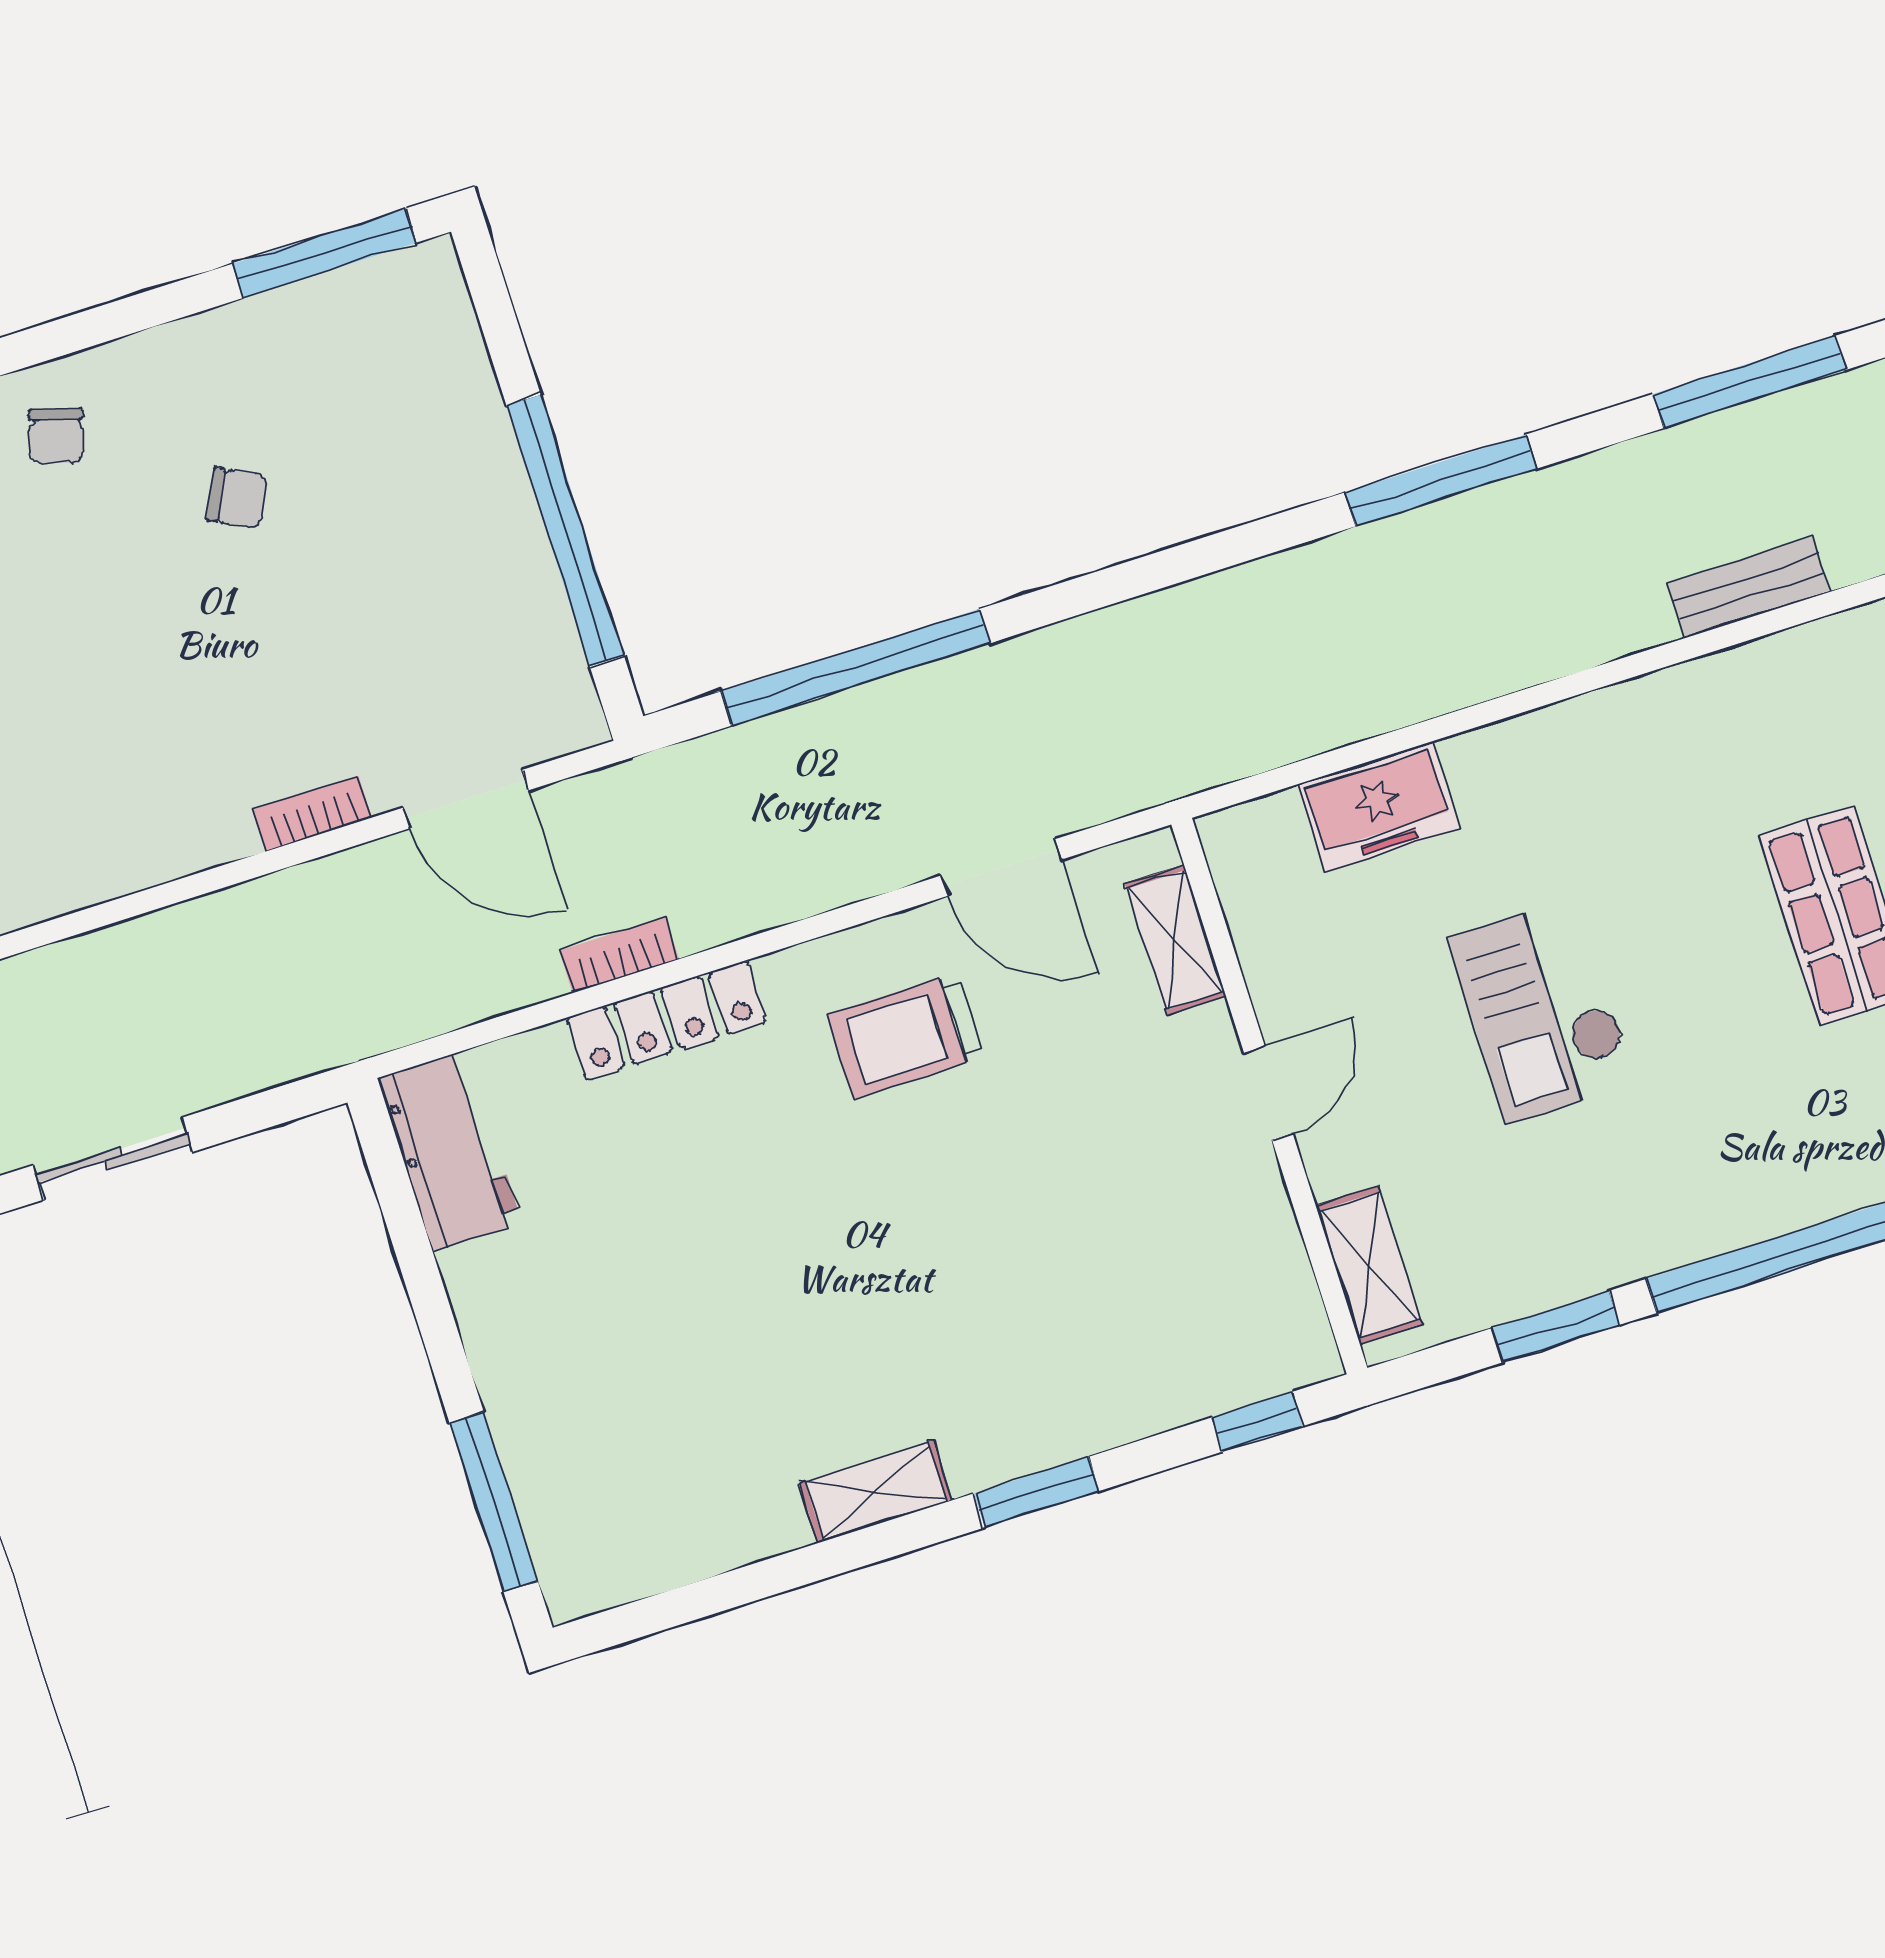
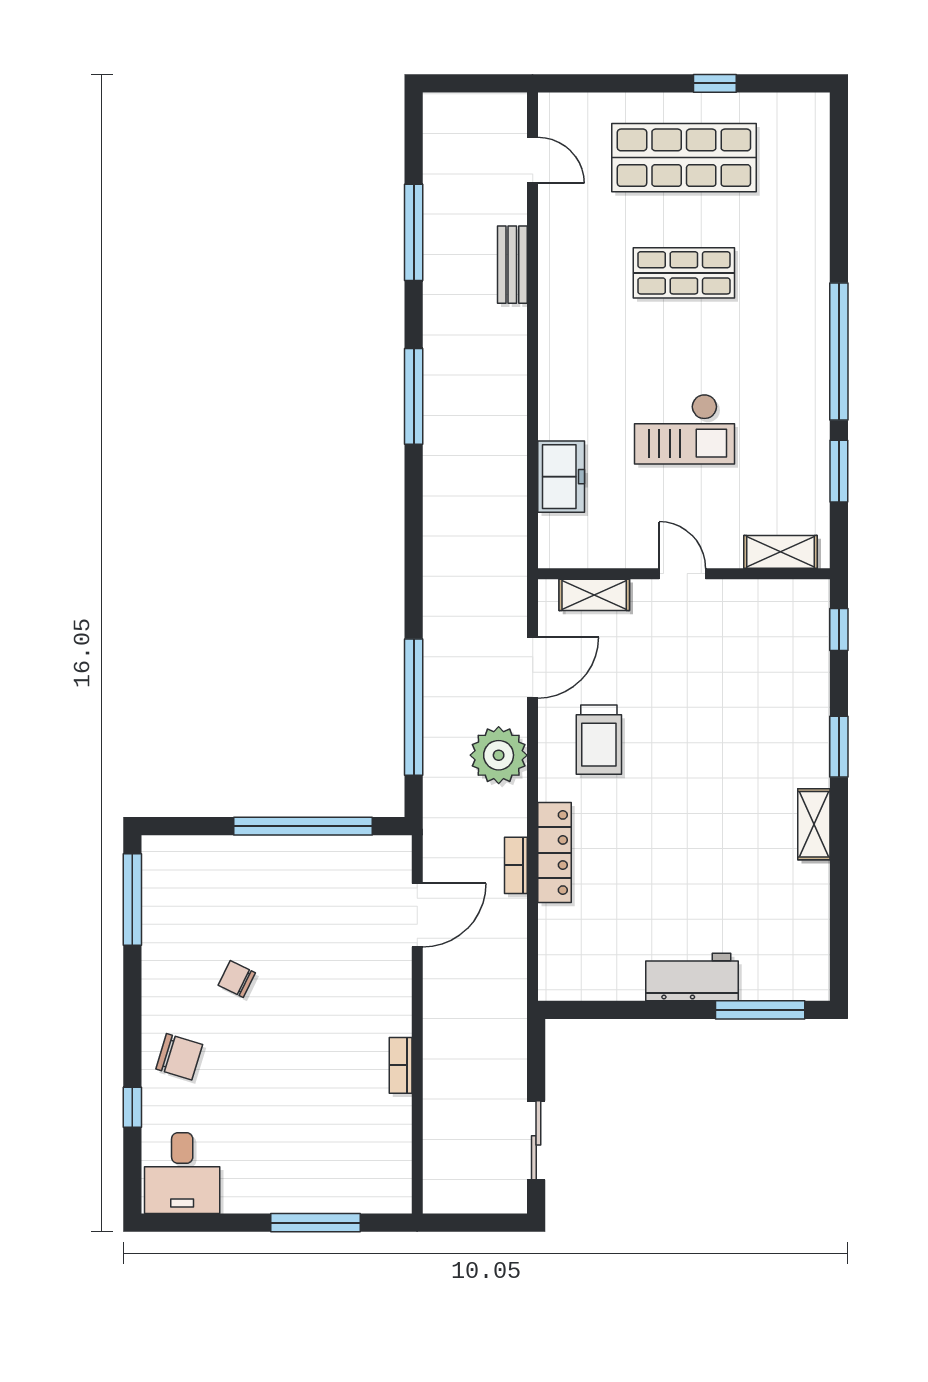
chair: (56, 436) -> (179, 1057), width x1.37, depth x1.37
chair: (237, 498) -> (237, 979), turned -90
bookcase: (312, 814) -> (401, 1065), moved
plant: (816, 856) -> (499, 755), added
workbench: (450, 1150) -> (692, 977), moved

